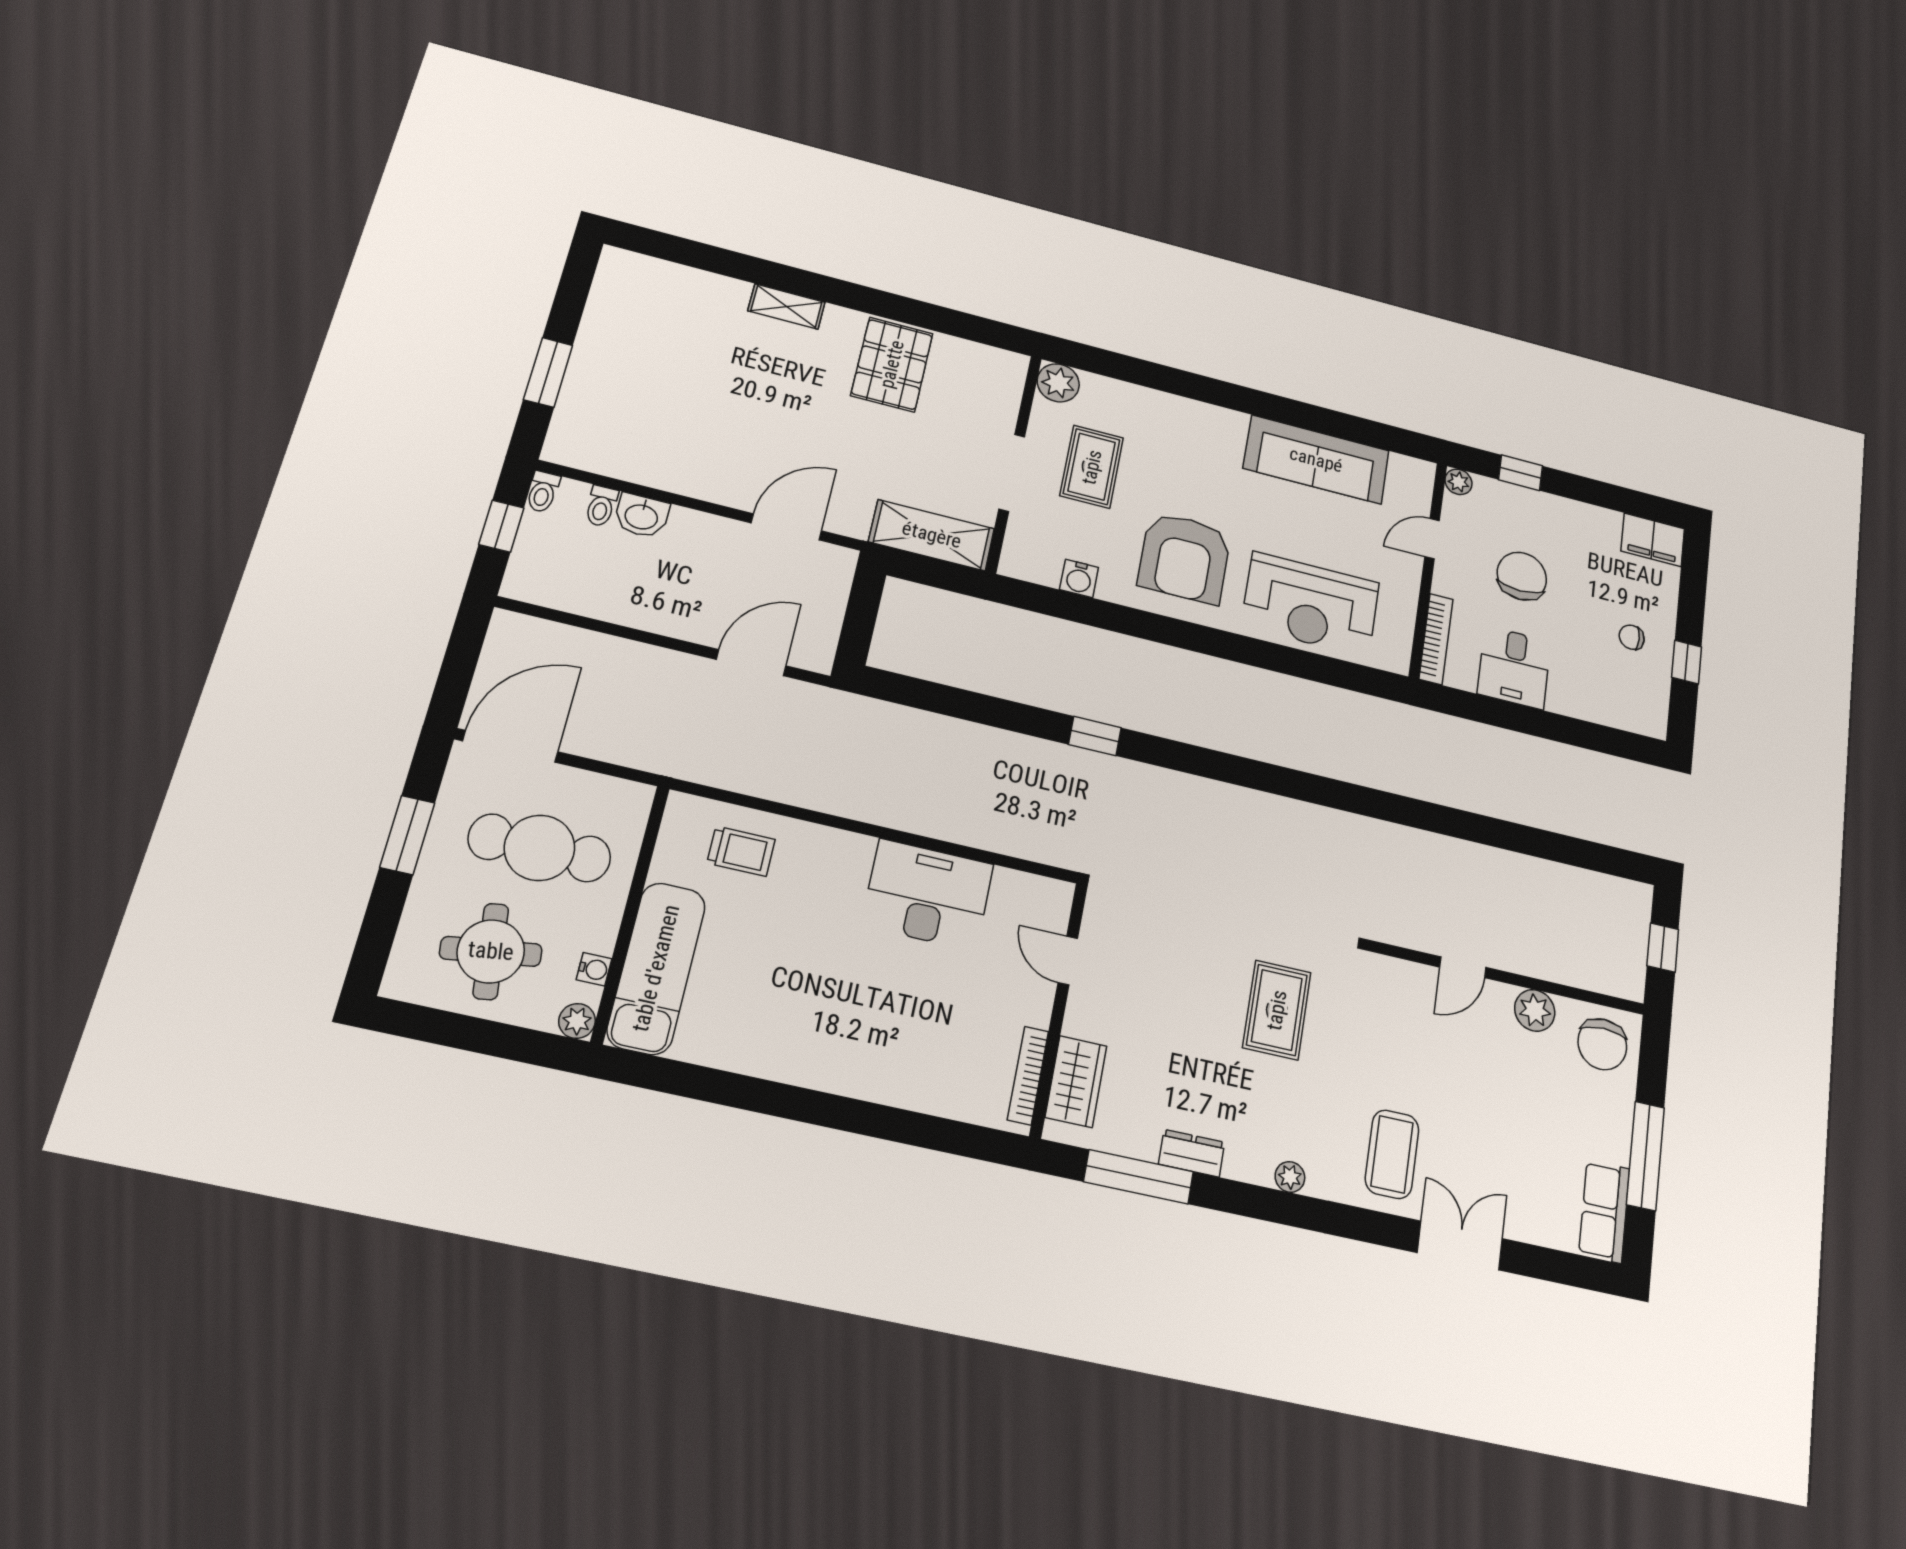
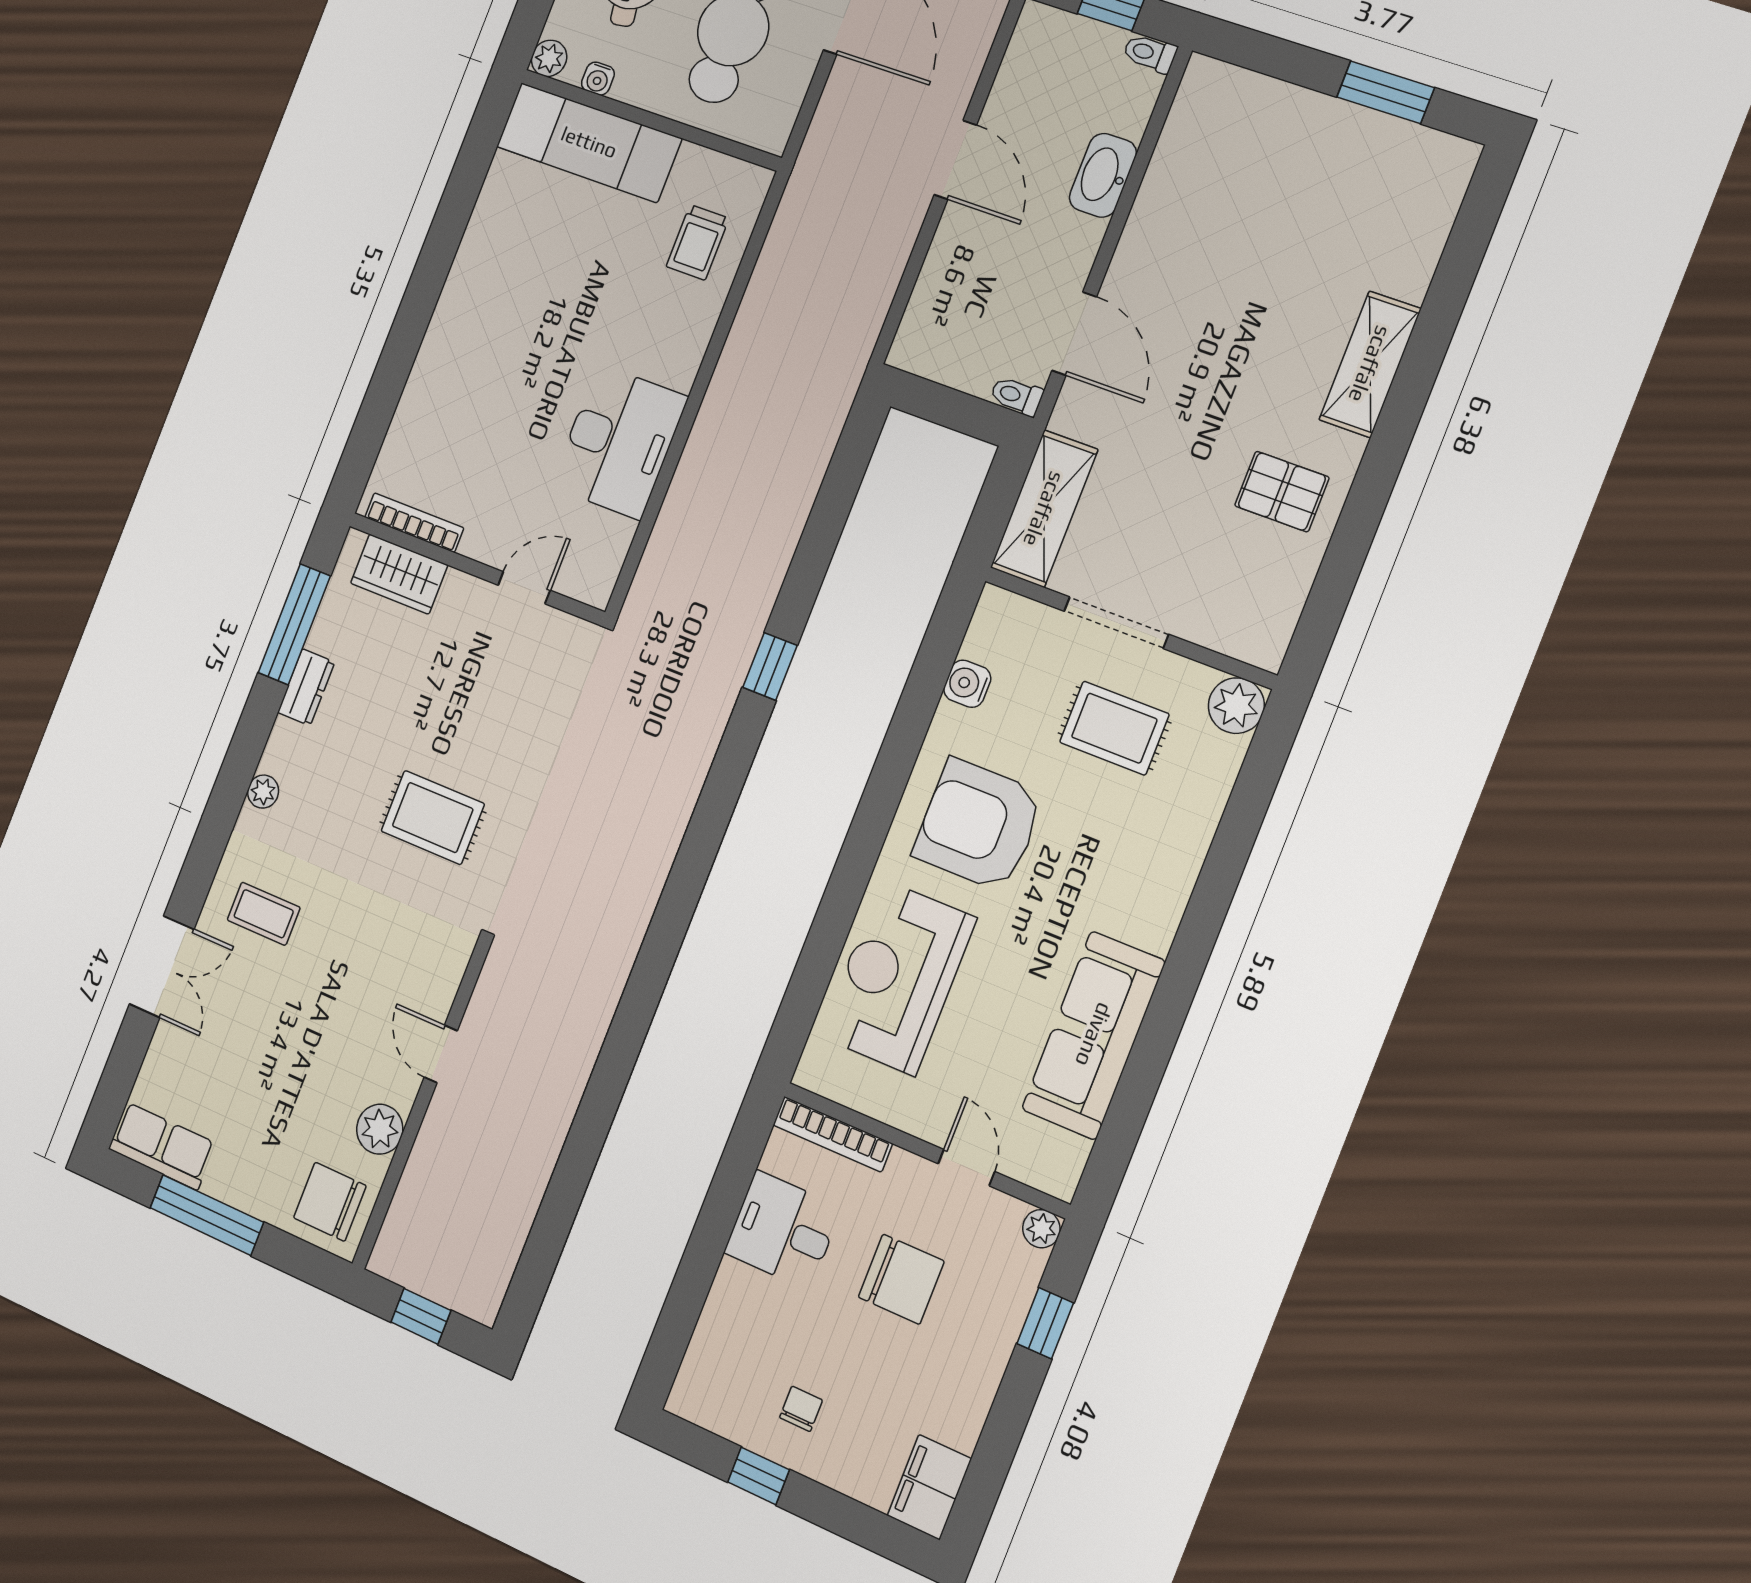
shelving: (786, 306) -> (1370, 364), width x1.50, depth x1.33
pallet: (892, 364) -> (1282, 492), width x0.67, depth x0.71
window: (548, 372) -> (1386, 92), moved
toilet: (601, 506) -> (1017, 396), moved
washbasin: (642, 516) -> (1103, 175), width x1.38
door: (751, 663) -> (955, 160), moved
coffee table: (1392, 1154) -> (264, 914), width x0.73, depth x0.77

